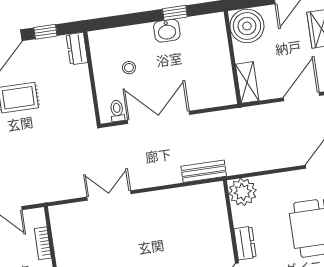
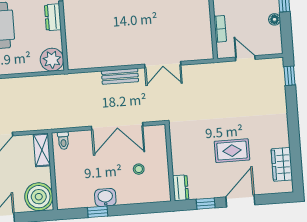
toilet: (117, 111) -> (63, 141), moved
bench: (204, 171) -> (120, 76), moved

